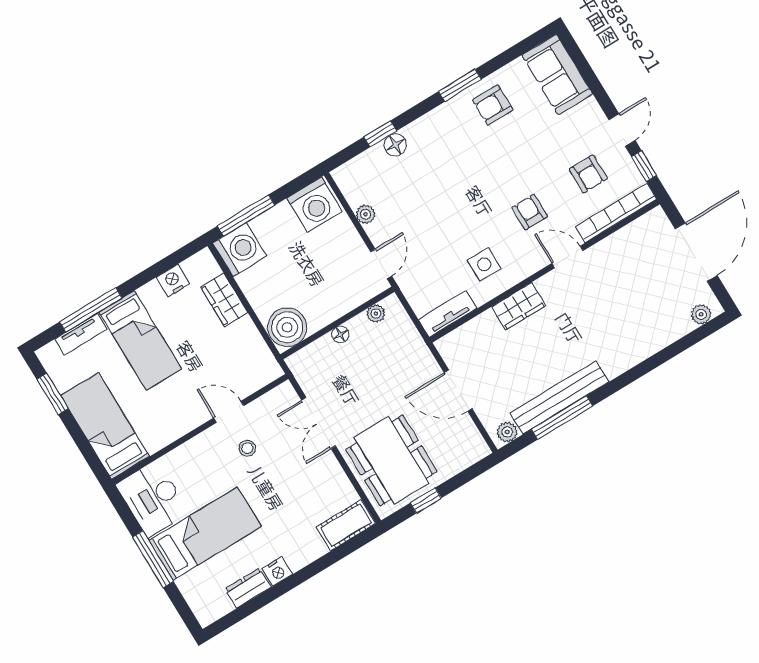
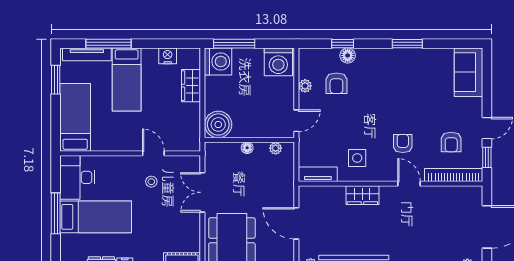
armchair: (493, 105) -> (336, 83), moved, turned -90
tv unit: (81, 334) -> (87, 54), width x1.41

